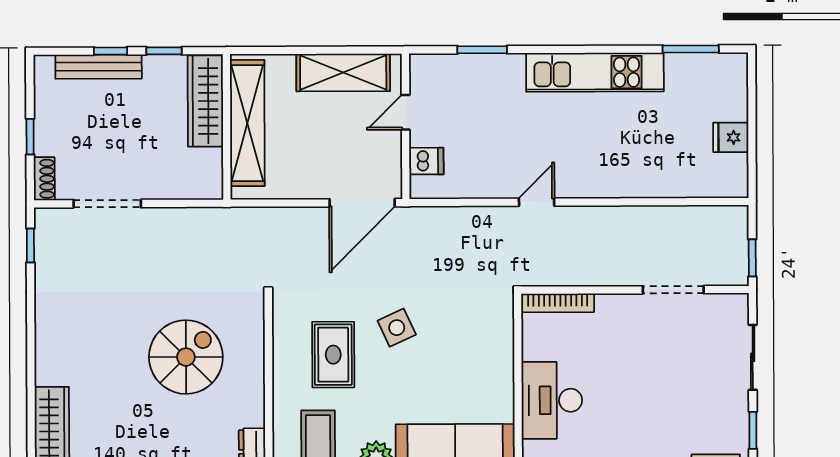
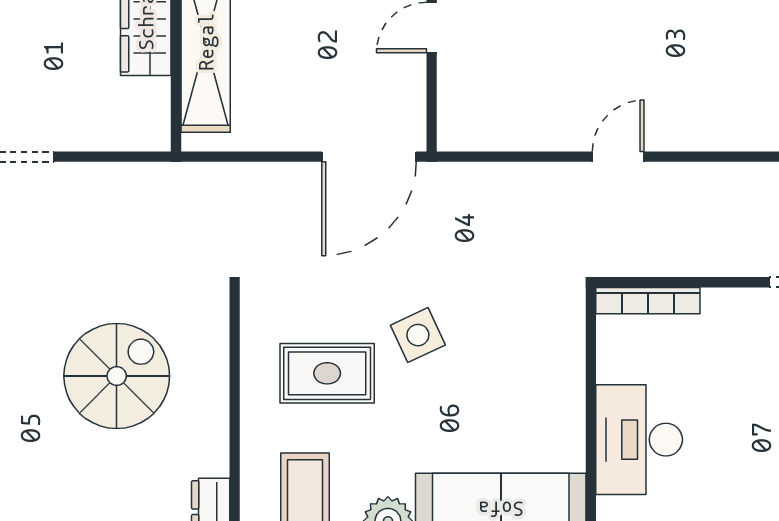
dishwasher: (426, 161) -> (461, 97), removed
rug: (333, 355) -> (327, 373), turned 90

